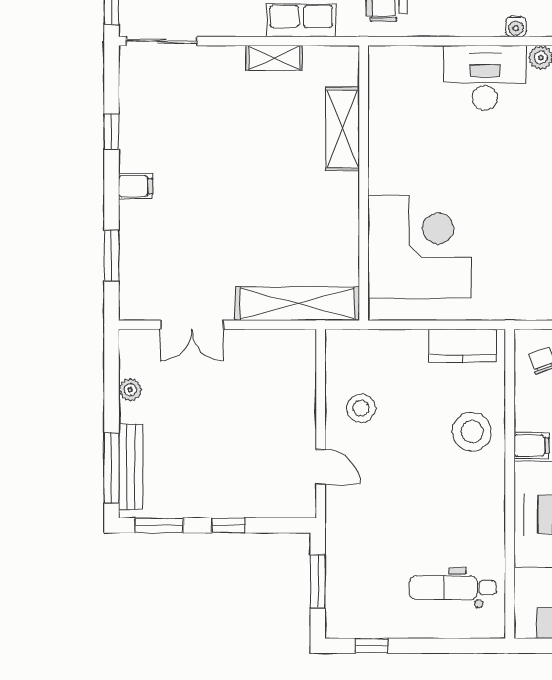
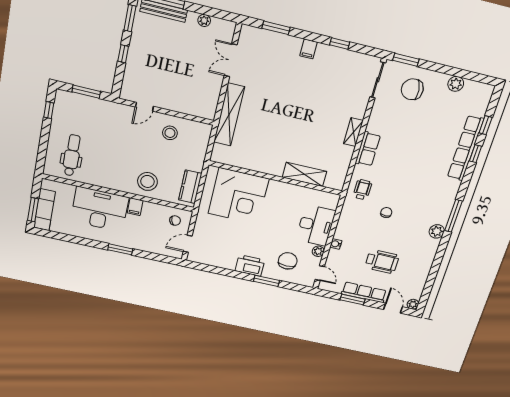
shelving: (343, 129) -> (305, 174), moved
wall: (364, 183) -> (276, 178), moved
corner desk: (420, 247) -> (238, 196), moved

